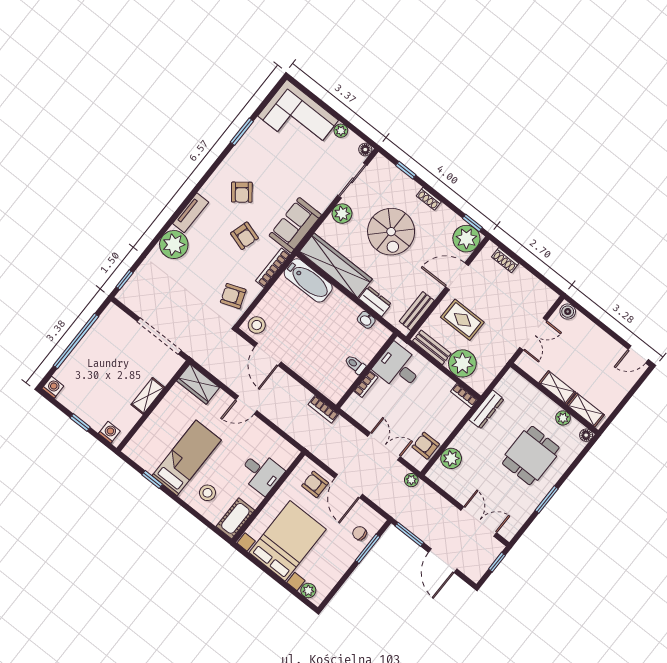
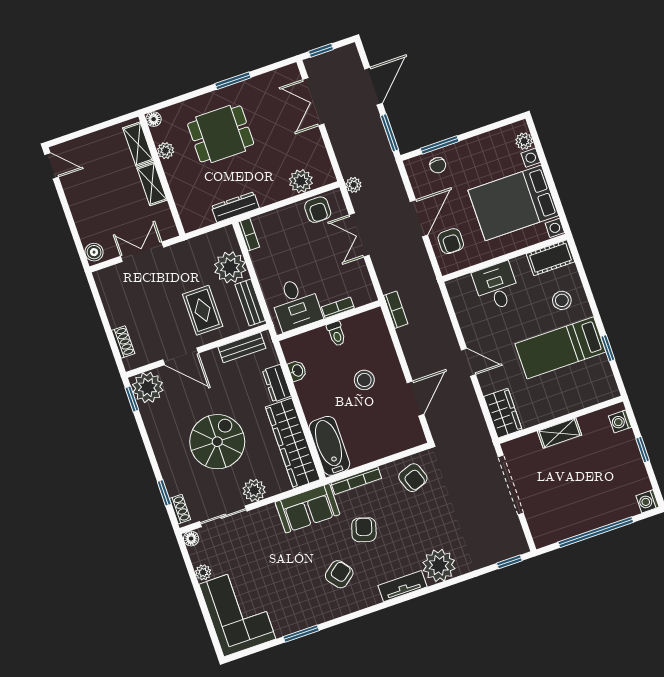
shoe rack: (429, 199) -> (180, 509), moved
stool: (257, 325) -> (364, 380), moved

